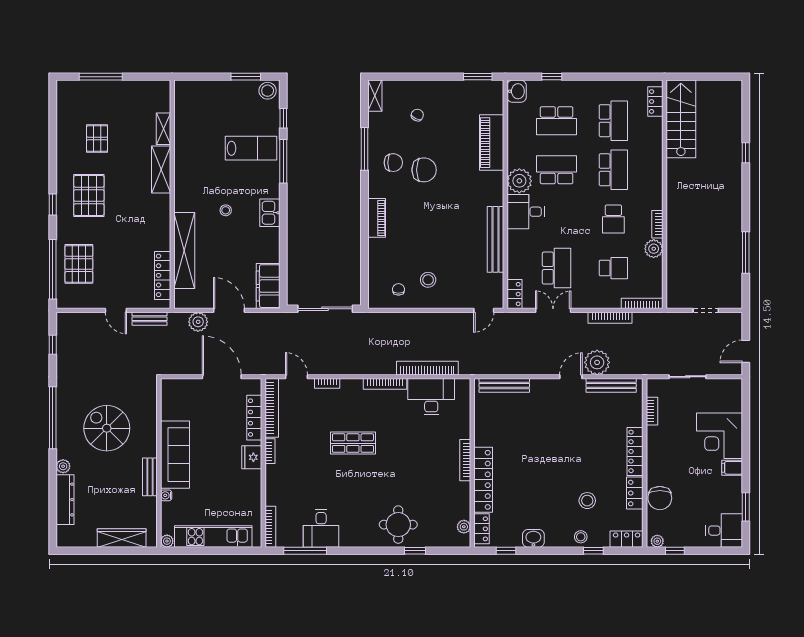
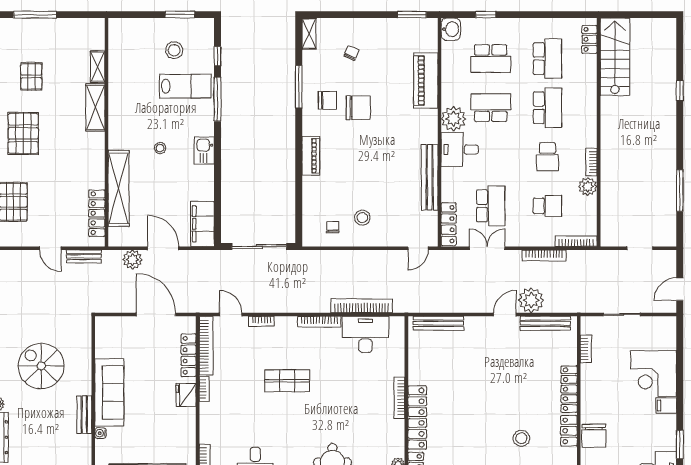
stool: (268, 91) -> (174, 50), moved
locker: (514, 294) -> (449, 224), width x1.53

